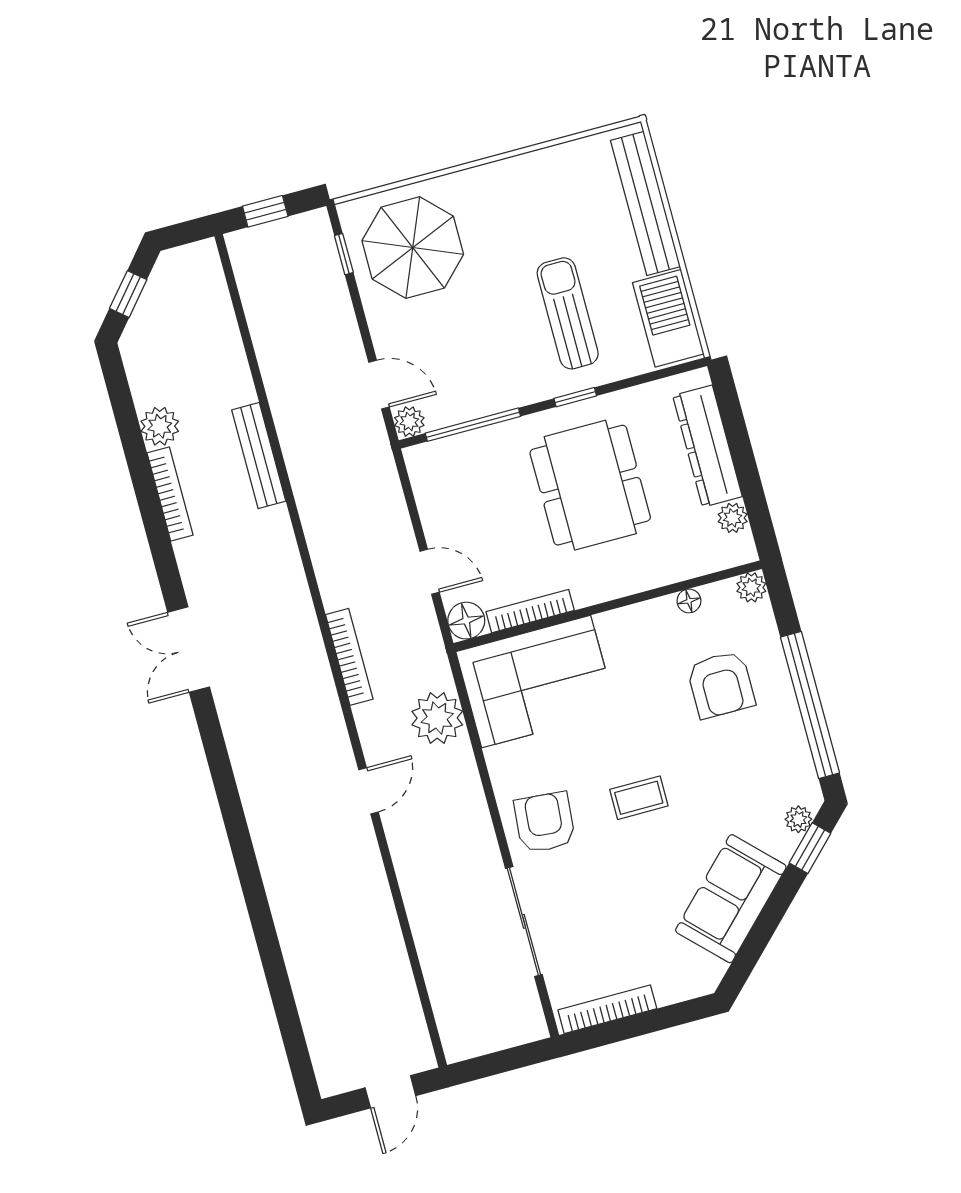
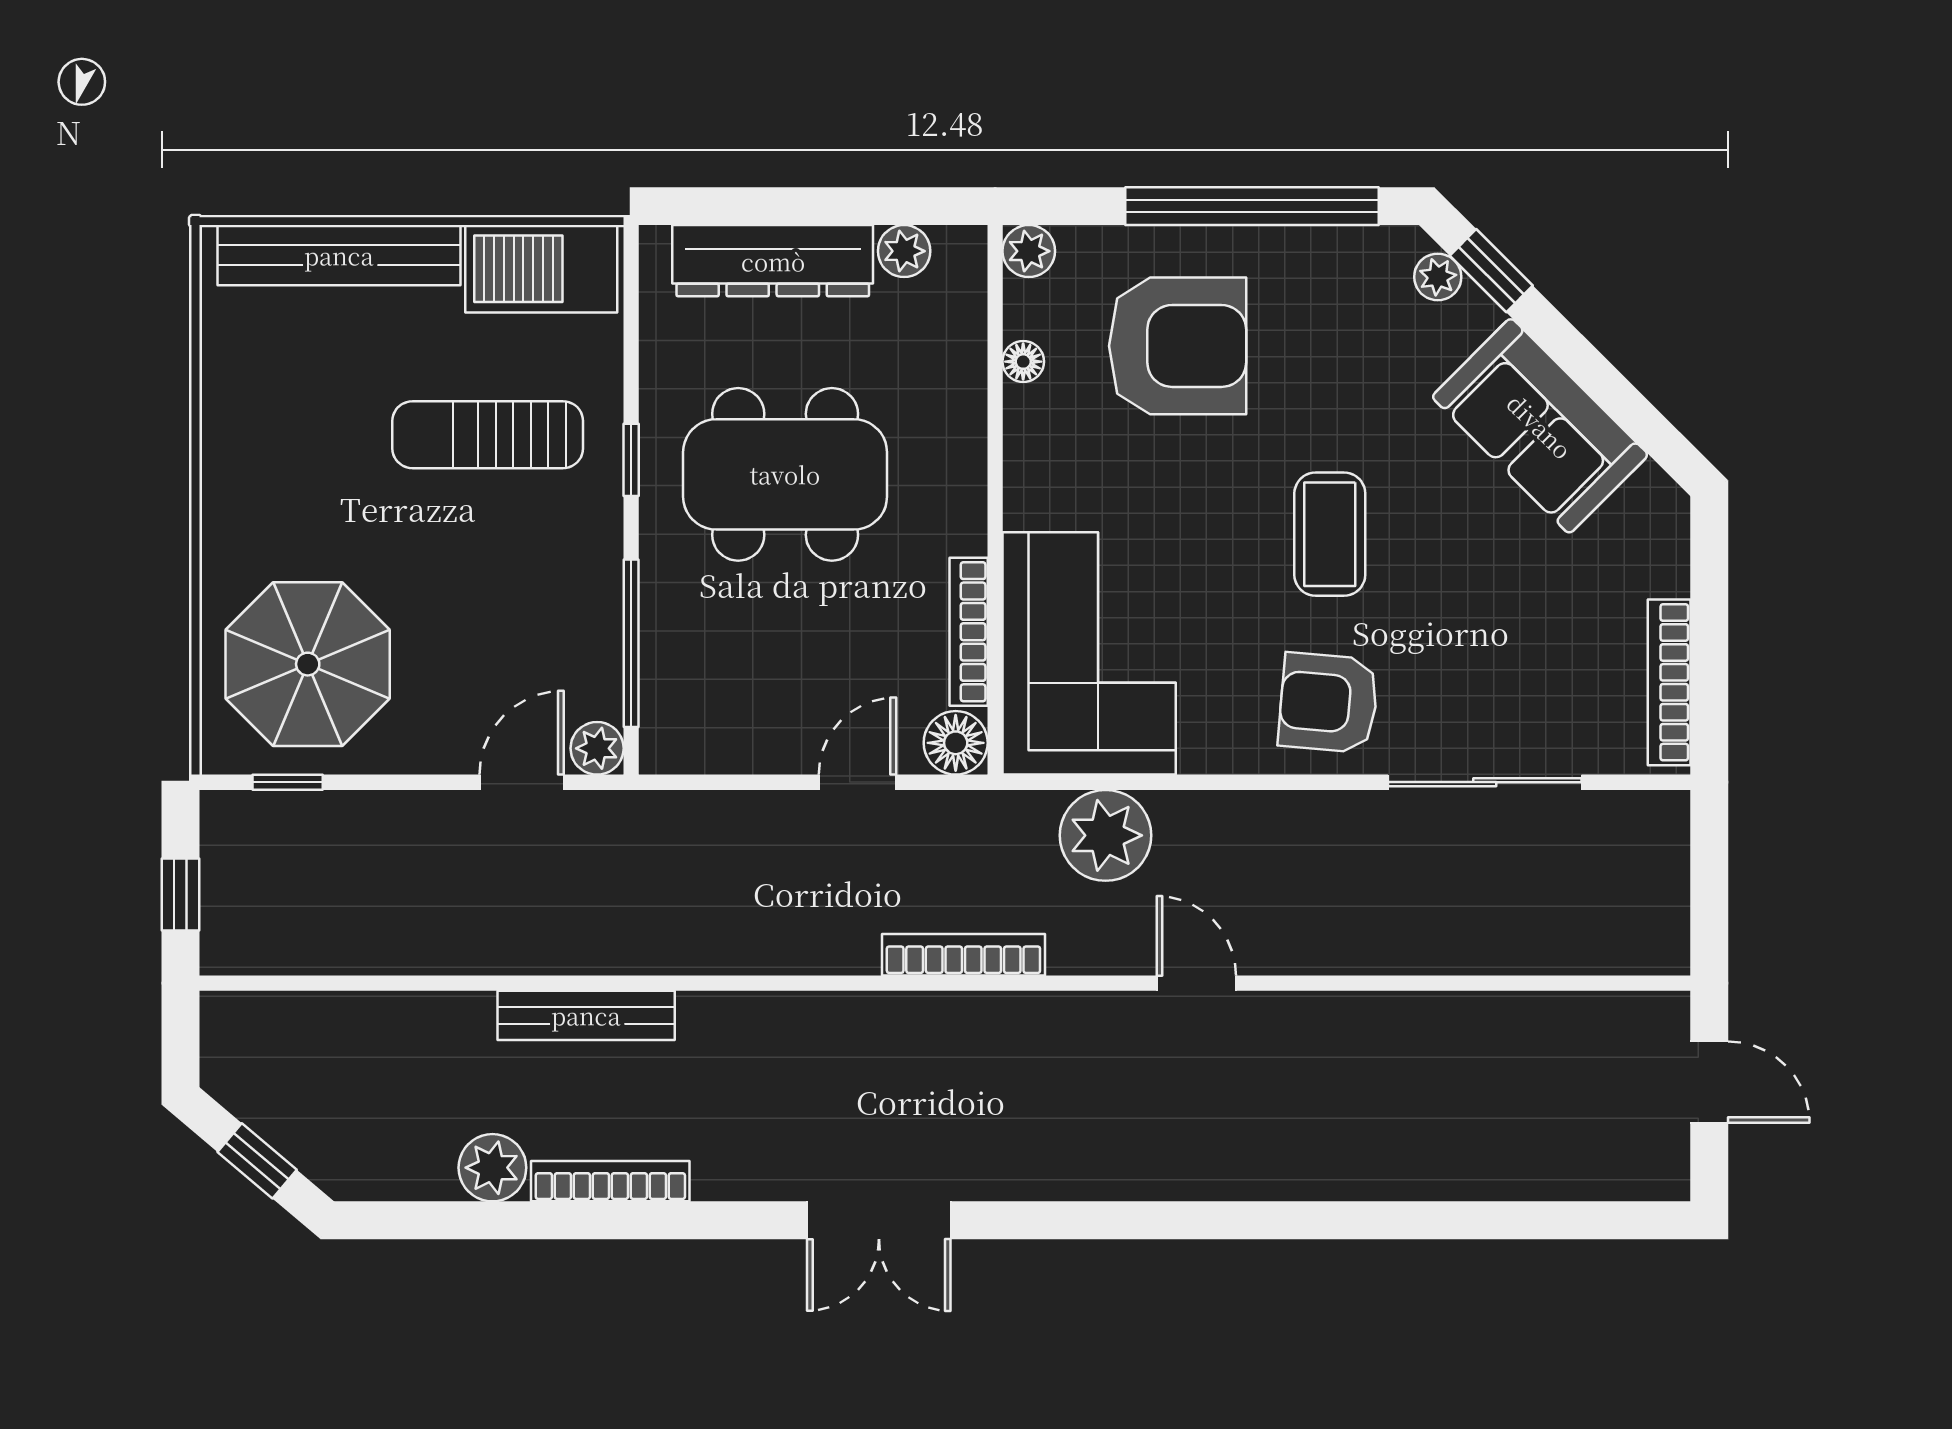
armchair: (721, 685) -> (1178, 346), width x1.36, depth x1.36
coffee table: (639, 798) -> (1330, 534), width x1.36, depth x1.30

